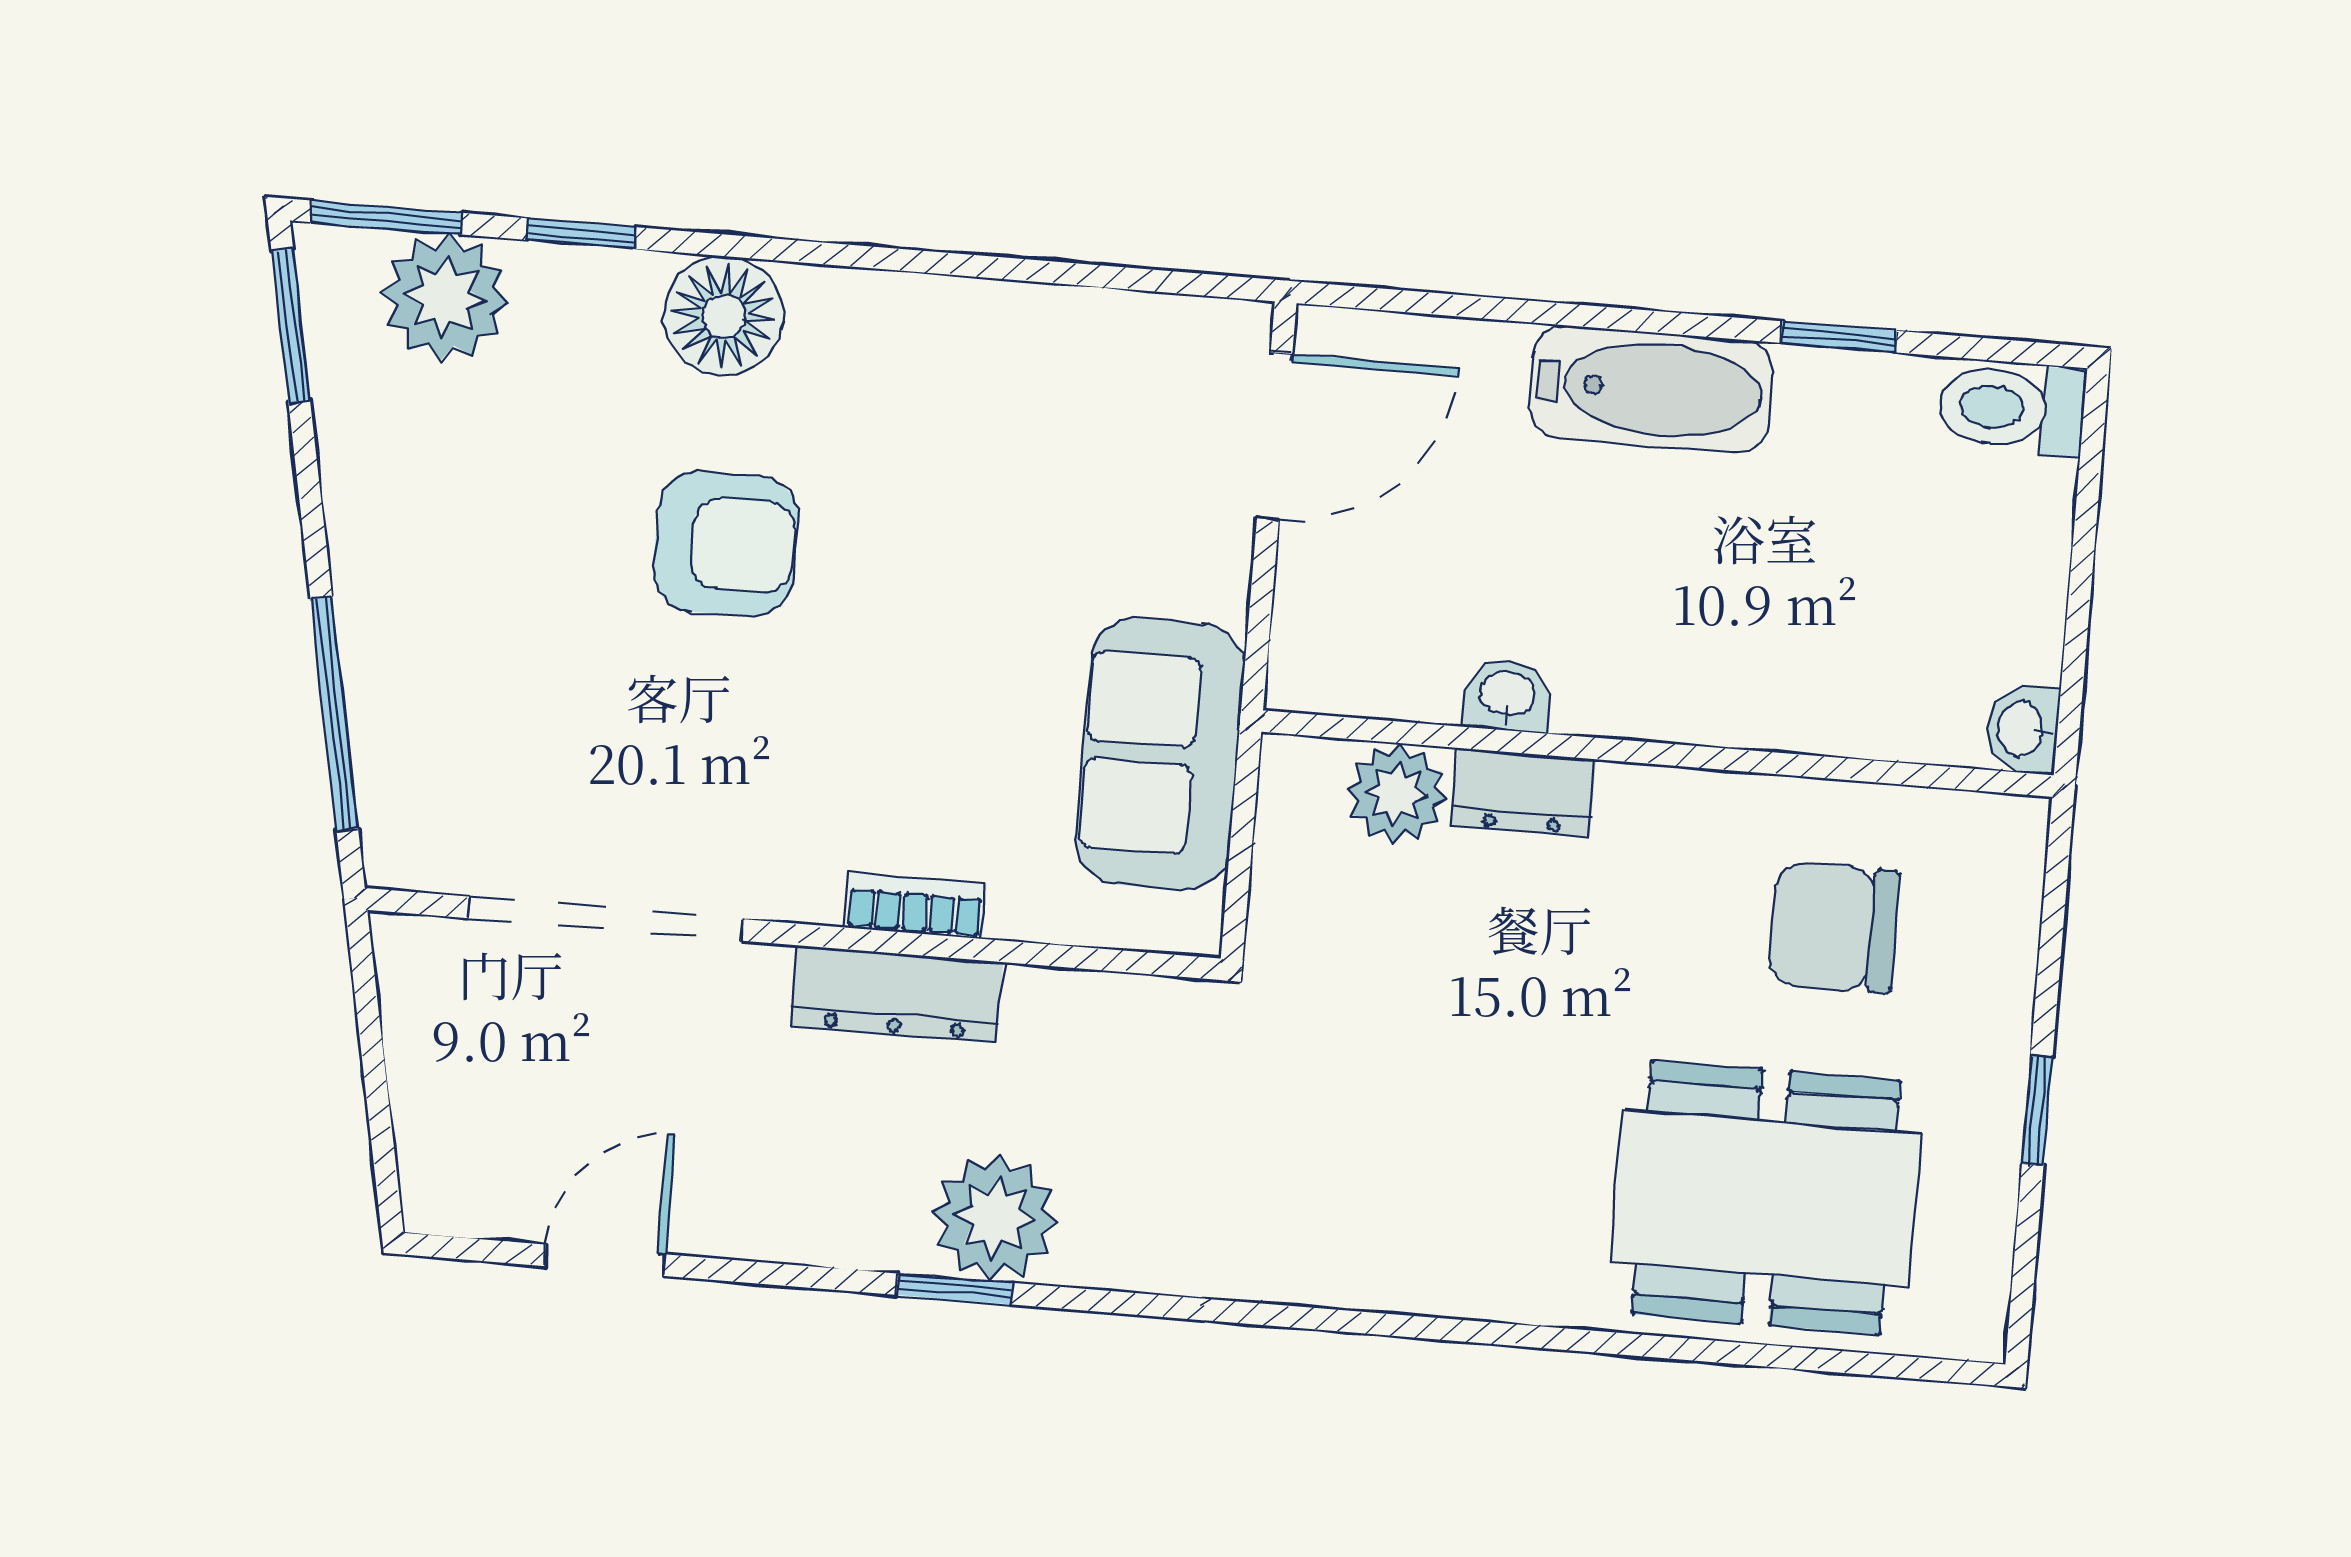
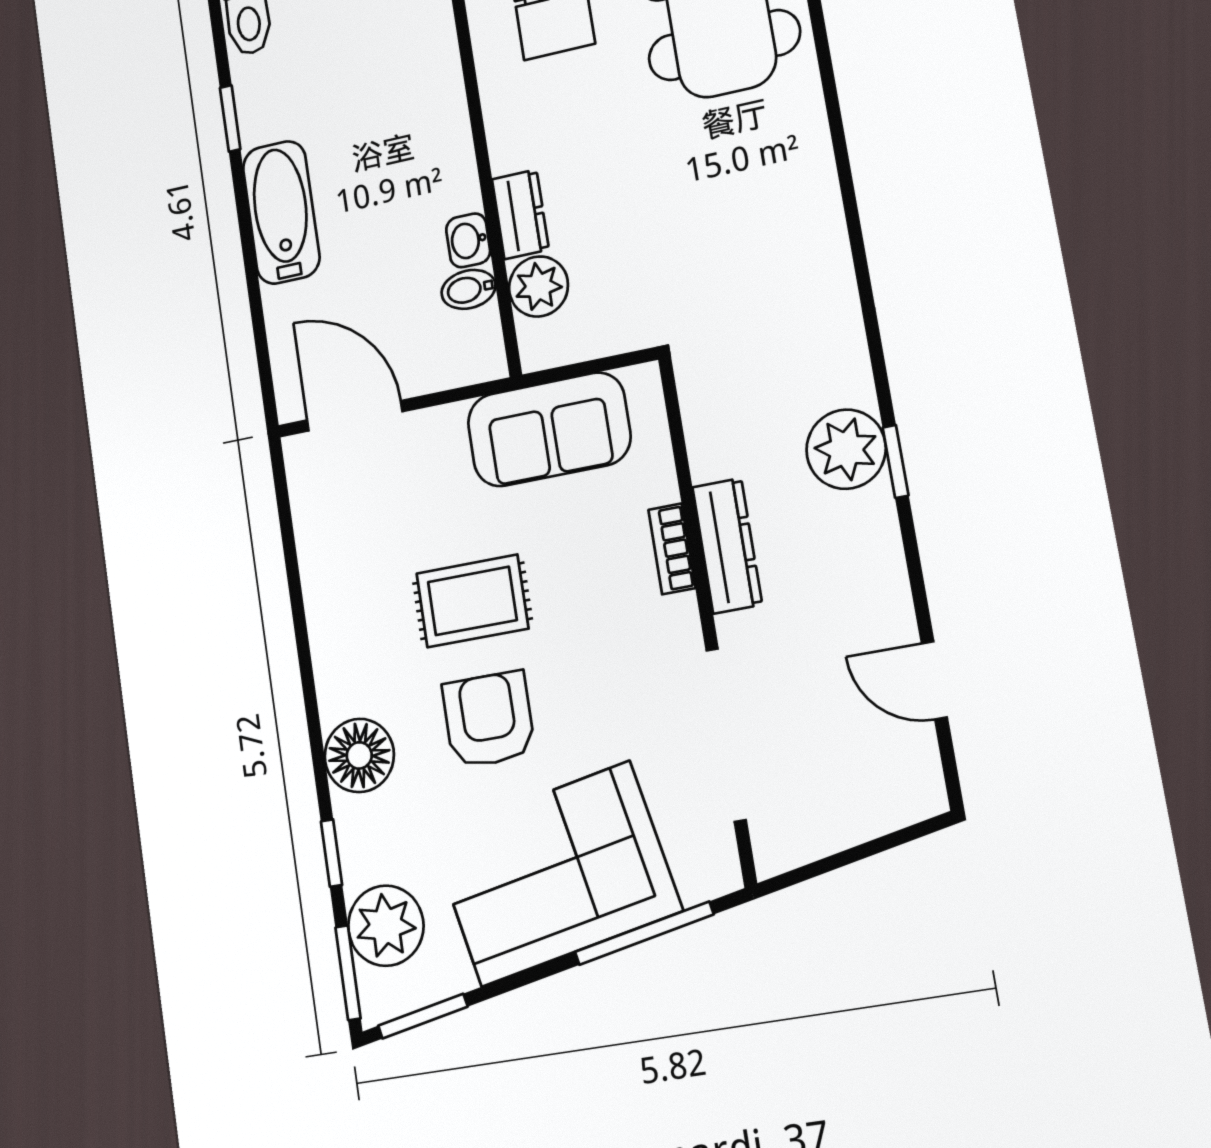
rug: (921, 562) -> (472, 601), added
corner sofa: (459, 594) -> (556, 874), added
bidet: (1426, 677) -> (468, 289), added

